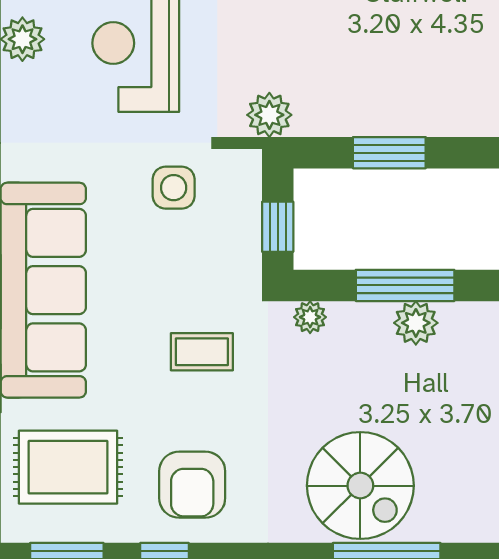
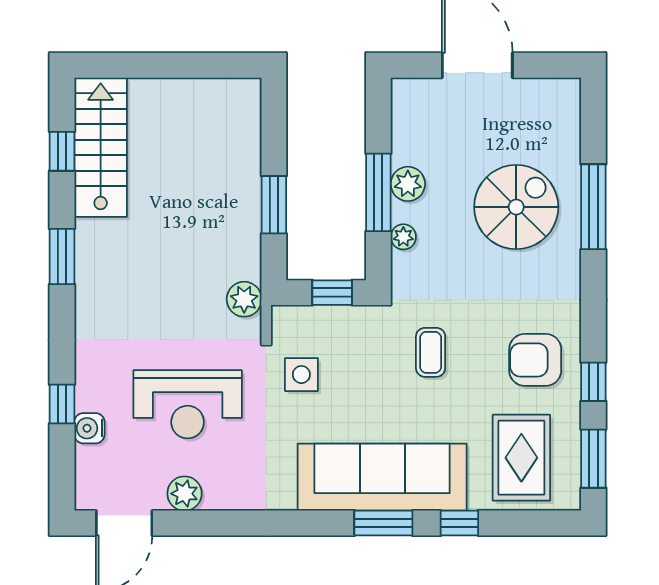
plant: (310, 317) -> (403, 237), moved
armchair: (192, 485) -> (535, 360), turned 180
spiral stairs: (360, 486) -> (516, 207), moved

